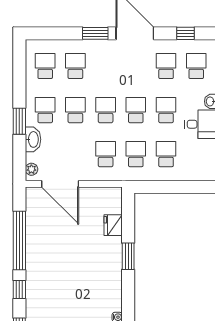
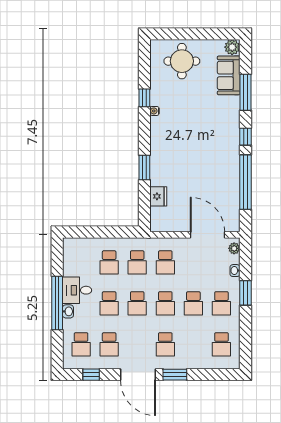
school desk: (75, 66) -> (165, 344), moved
washbasin: (33, 139) -> (235, 271), width x0.52, depth x0.69

